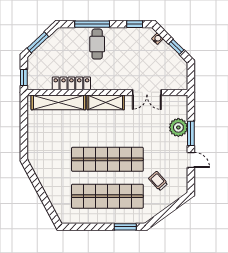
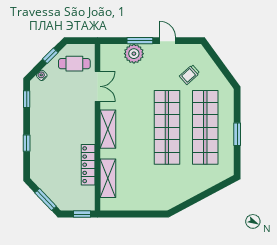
window: (92, 24) -> (27, 143), width x0.46
cafe table: (97, 44) -> (74, 64), moved
shelving: (58, 102) -> (108, 178), width x0.68
door: (191, 160) -> (168, 41), hinge flipped
window: (125, 227) -> (237, 134), moved

